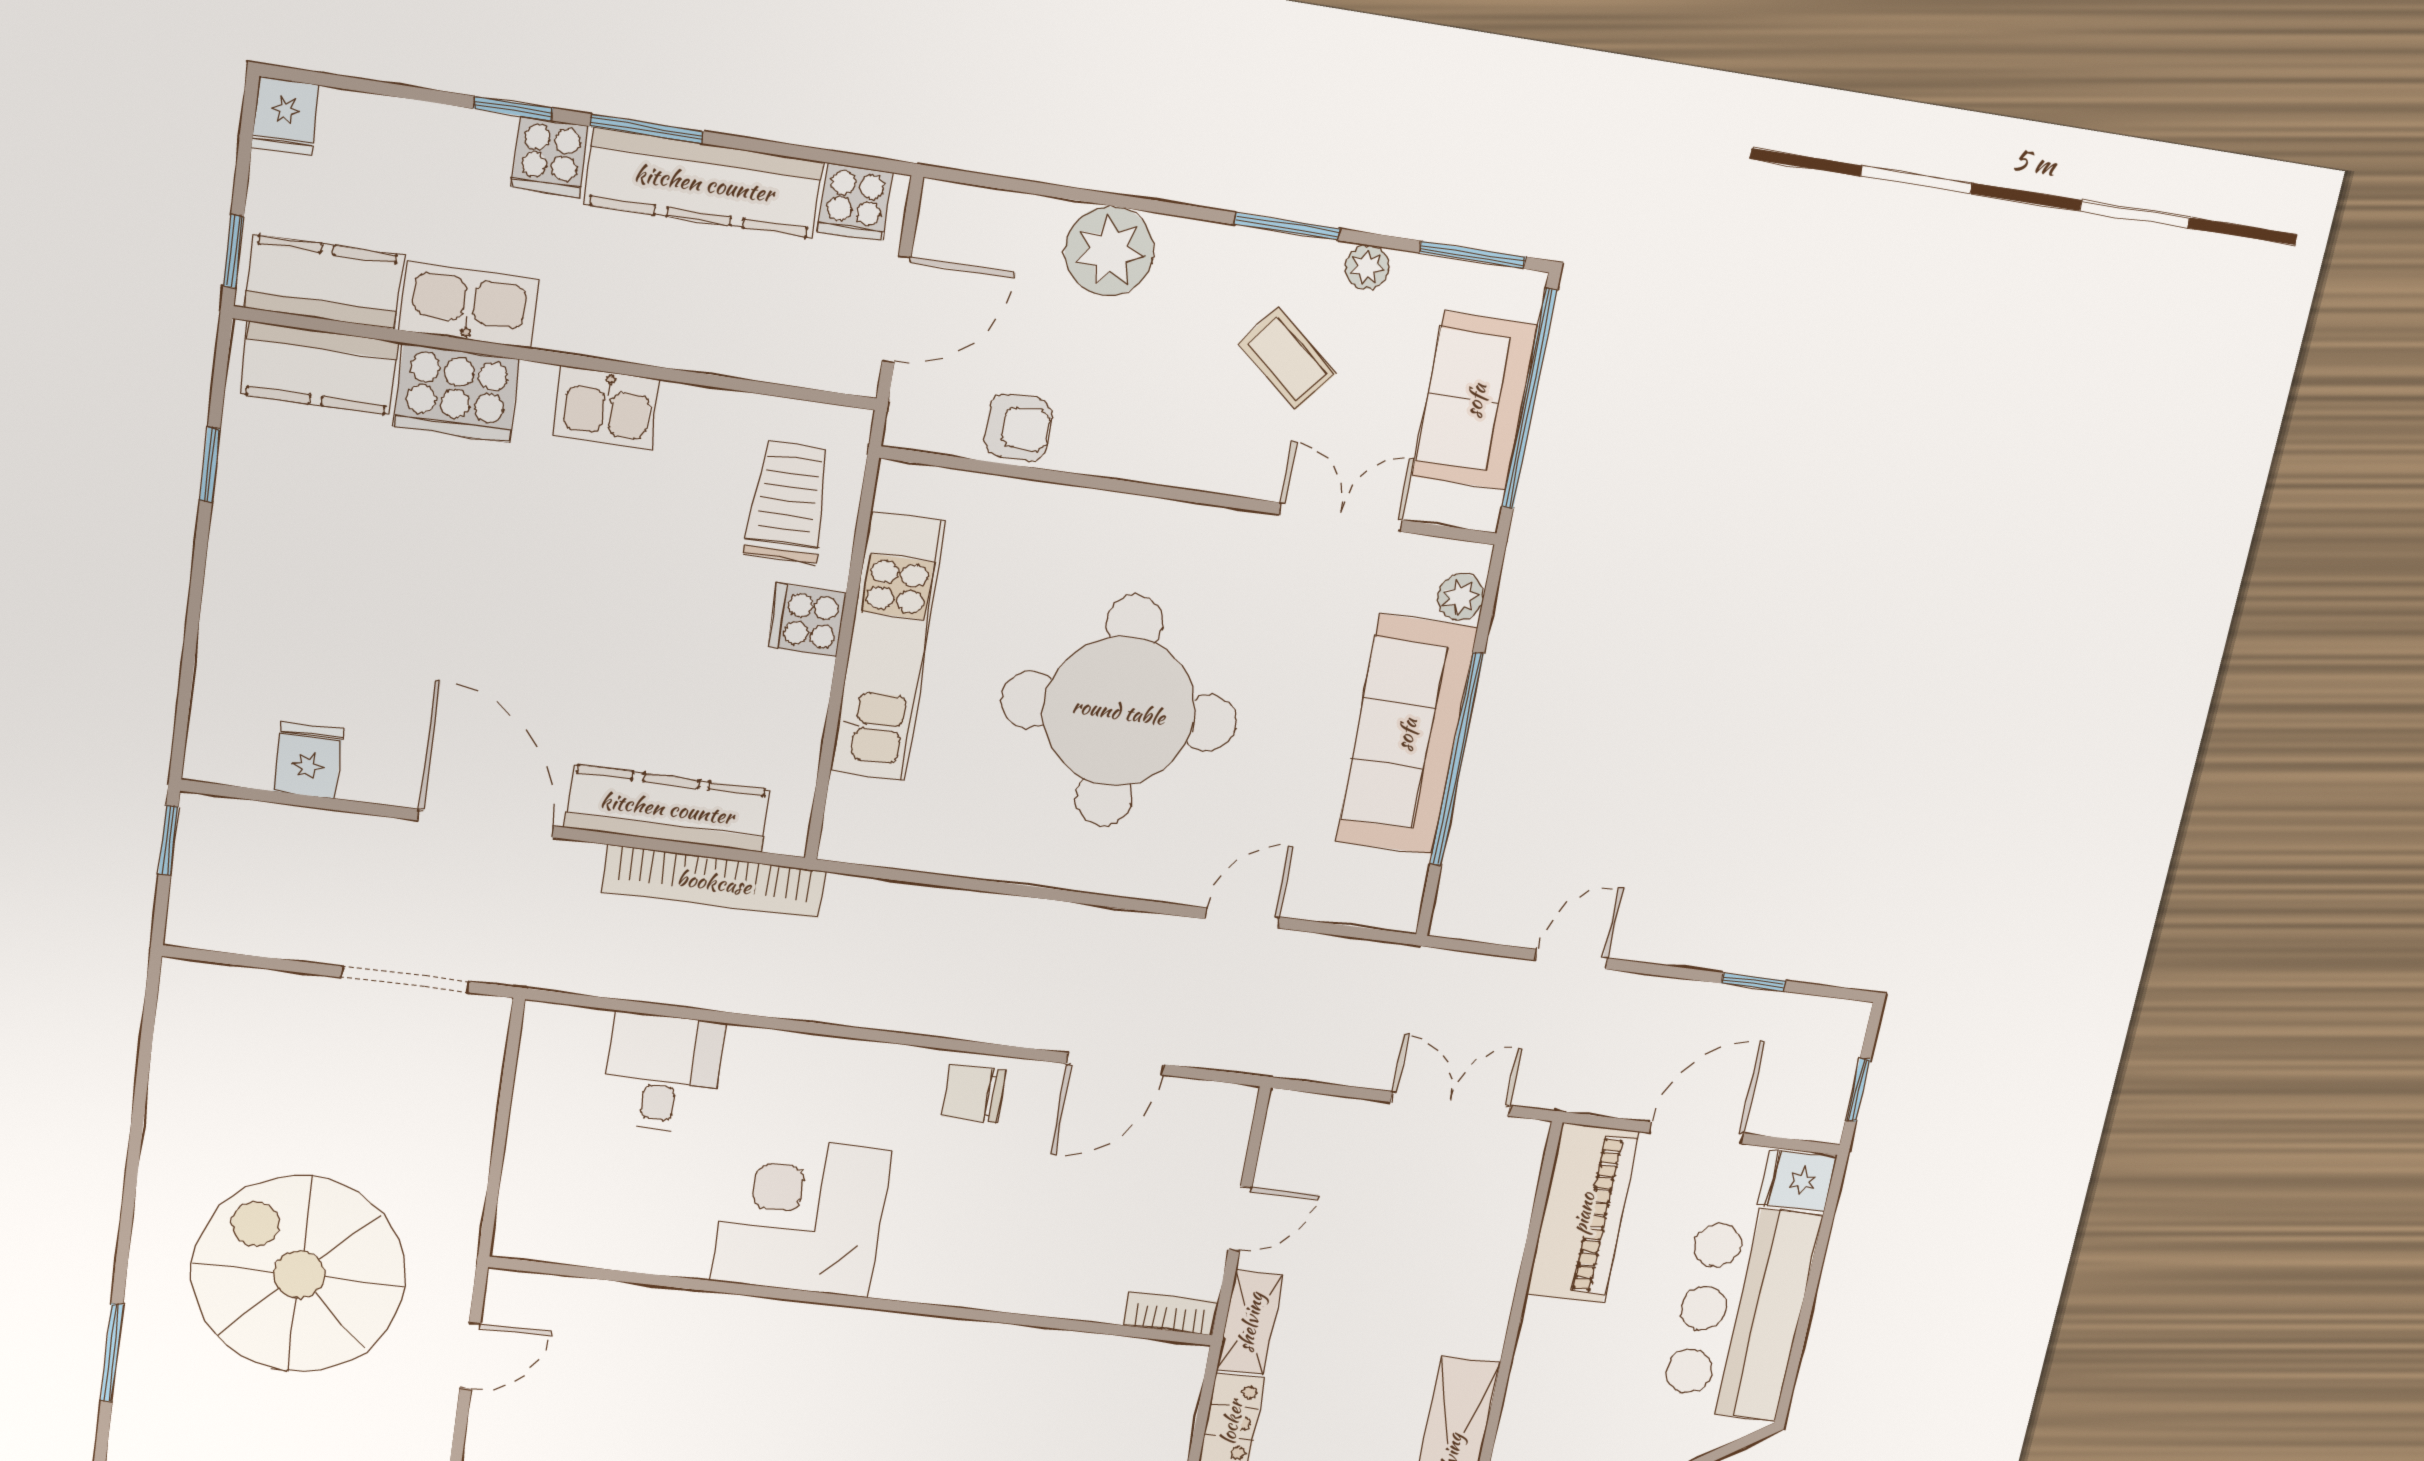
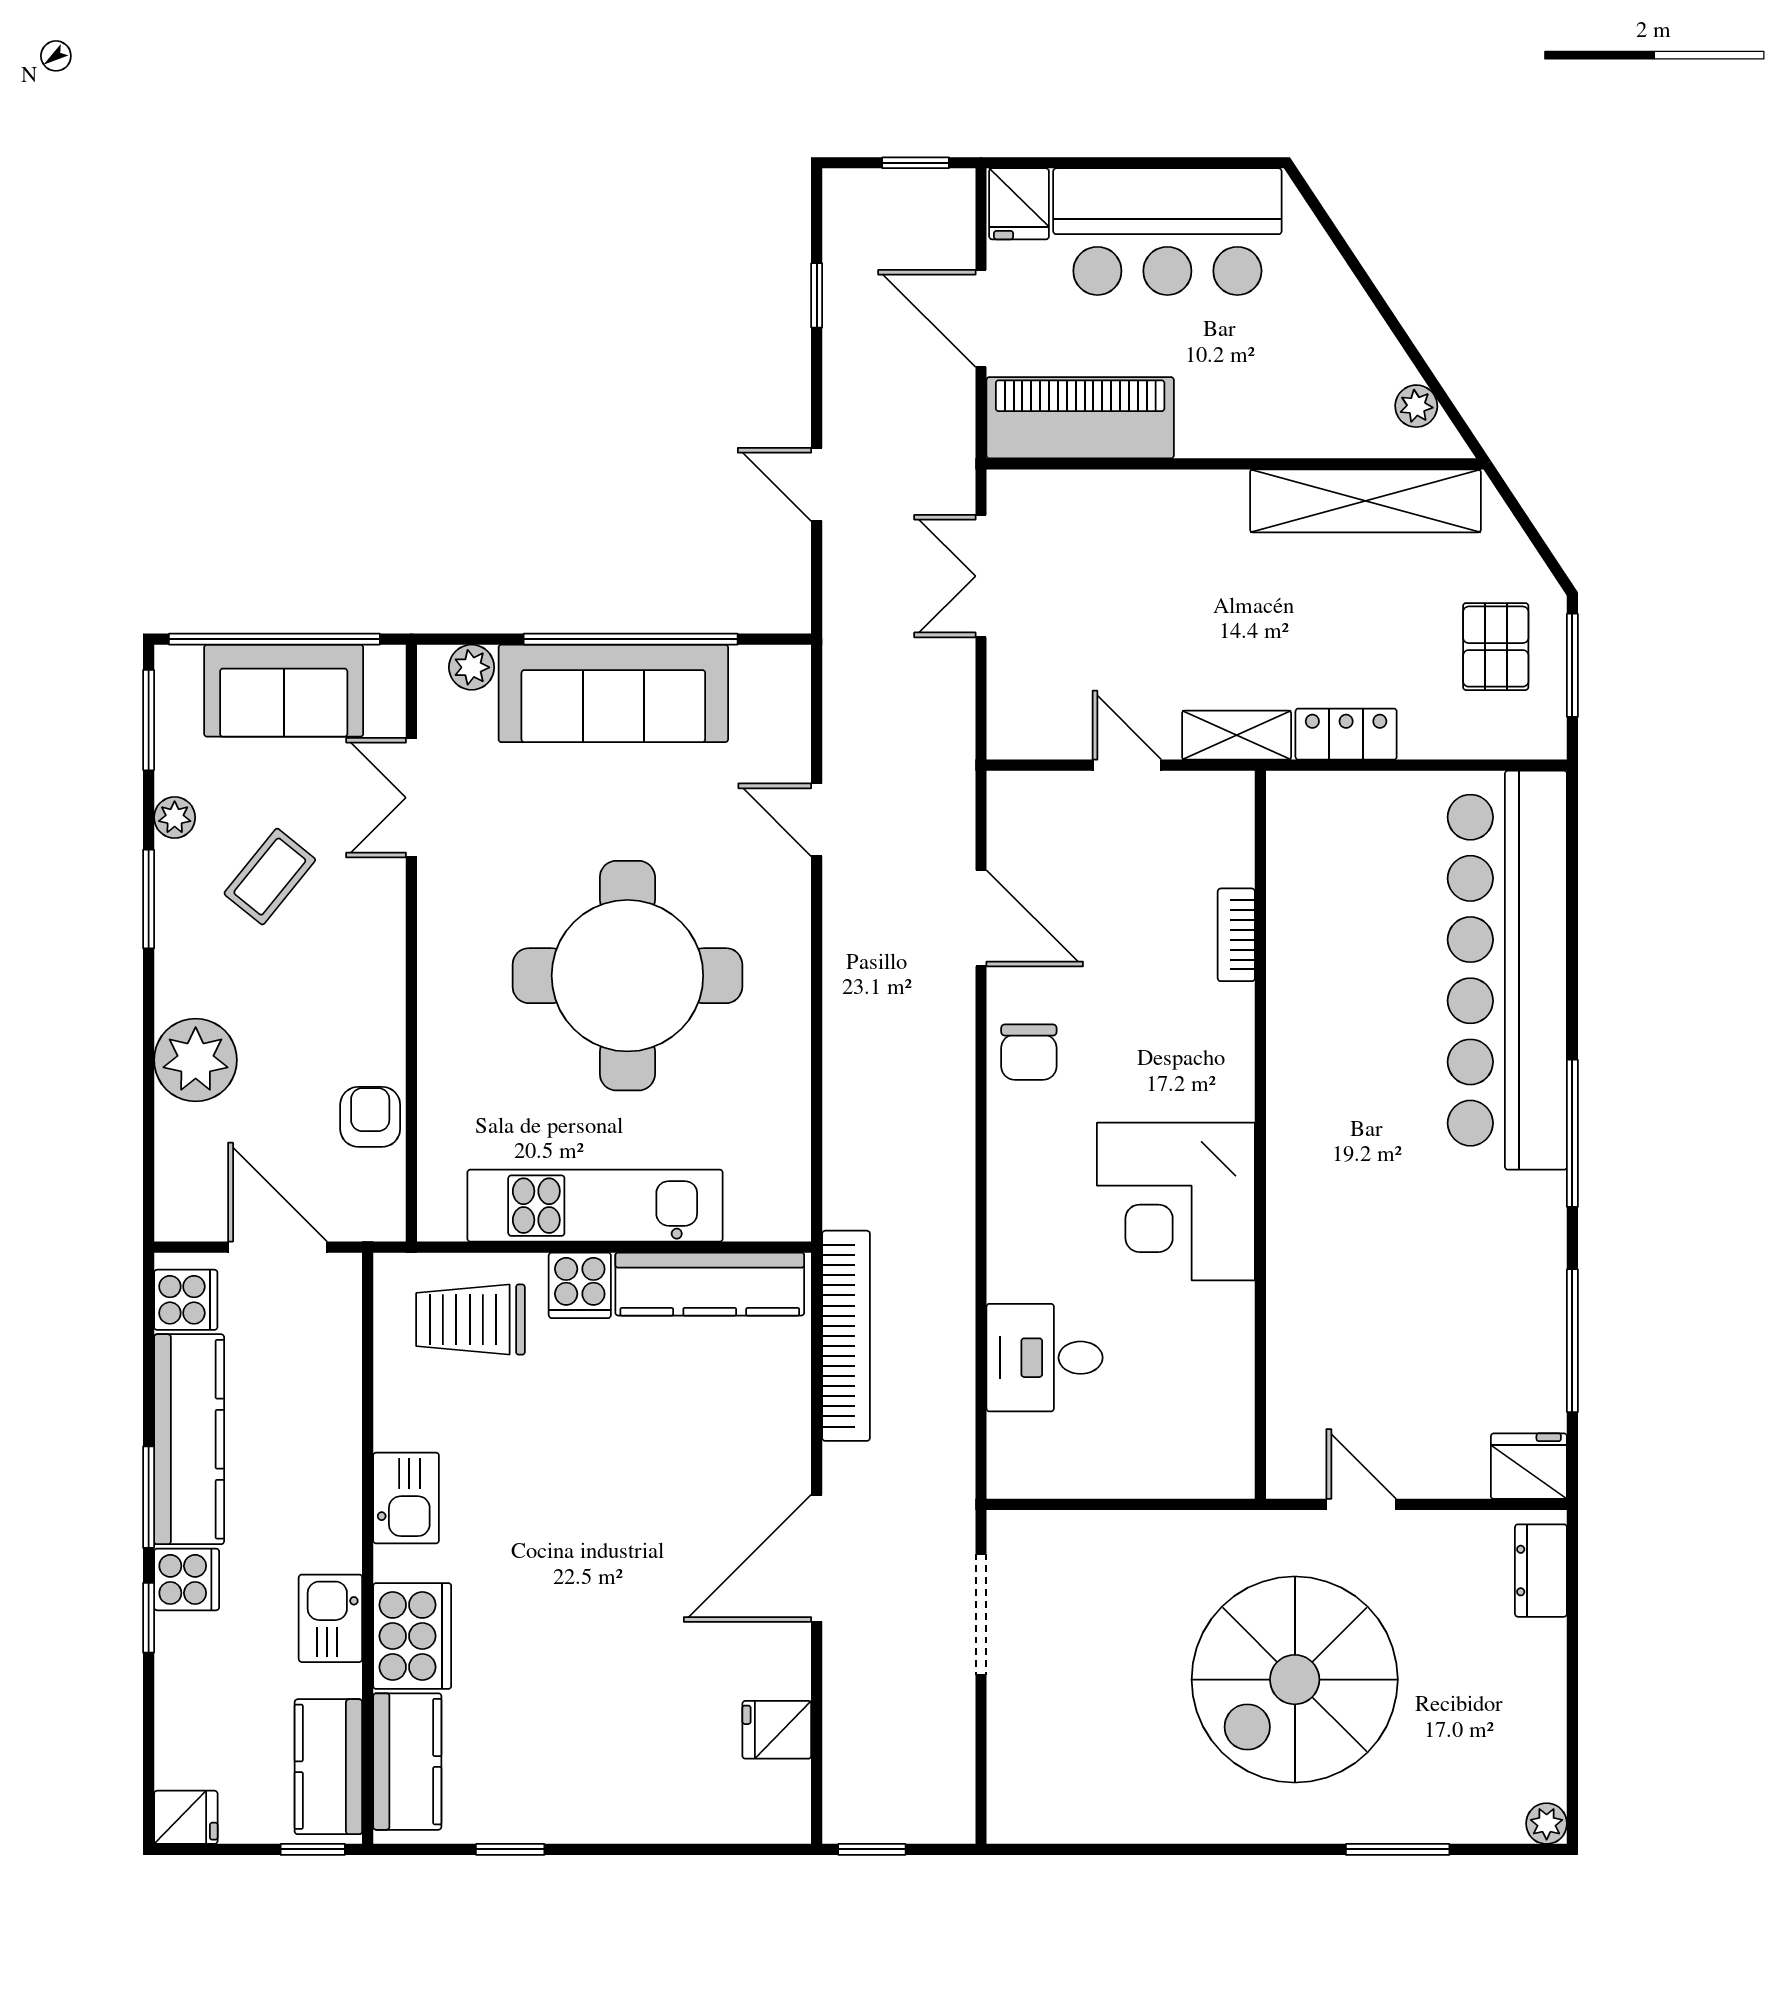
kitchen sink: (469, 305) -> (330, 1618), width x0.73
kitchen counter: (667, 808) -> (710, 1284), moved, turned -90
bookcase: (1171, 1313) -> (1236, 935), moved

